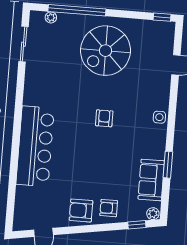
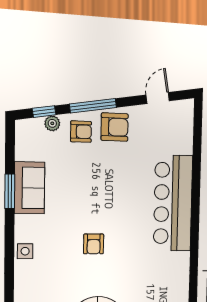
sofa: (151, 180) -> (30, 188), moved
plant: (153, 214) -> (52, 123), moved
window: (98, 228) -> (93, 106), added

